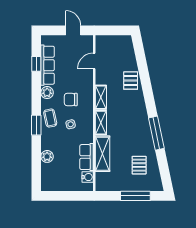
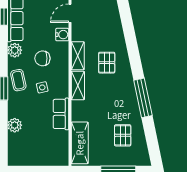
pallet: (131, 81) -> (107, 63), moved
shelving: (103, 154) -> (80, 143), moved
row of seats: (86, 157) -> (61, 114), moved
water cooler: (88, 177) -> (62, 35), moved

